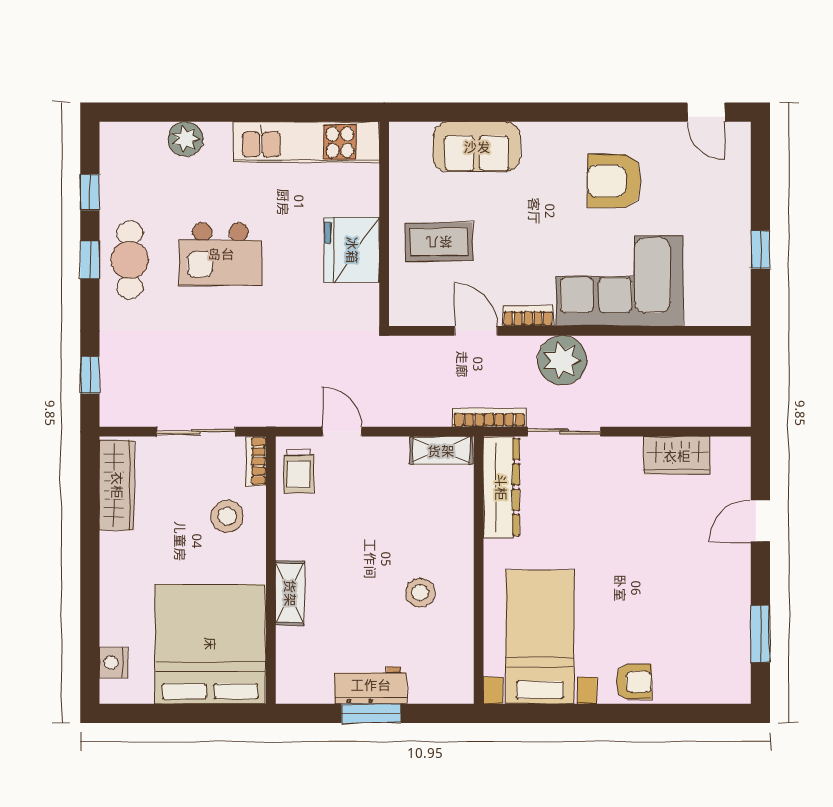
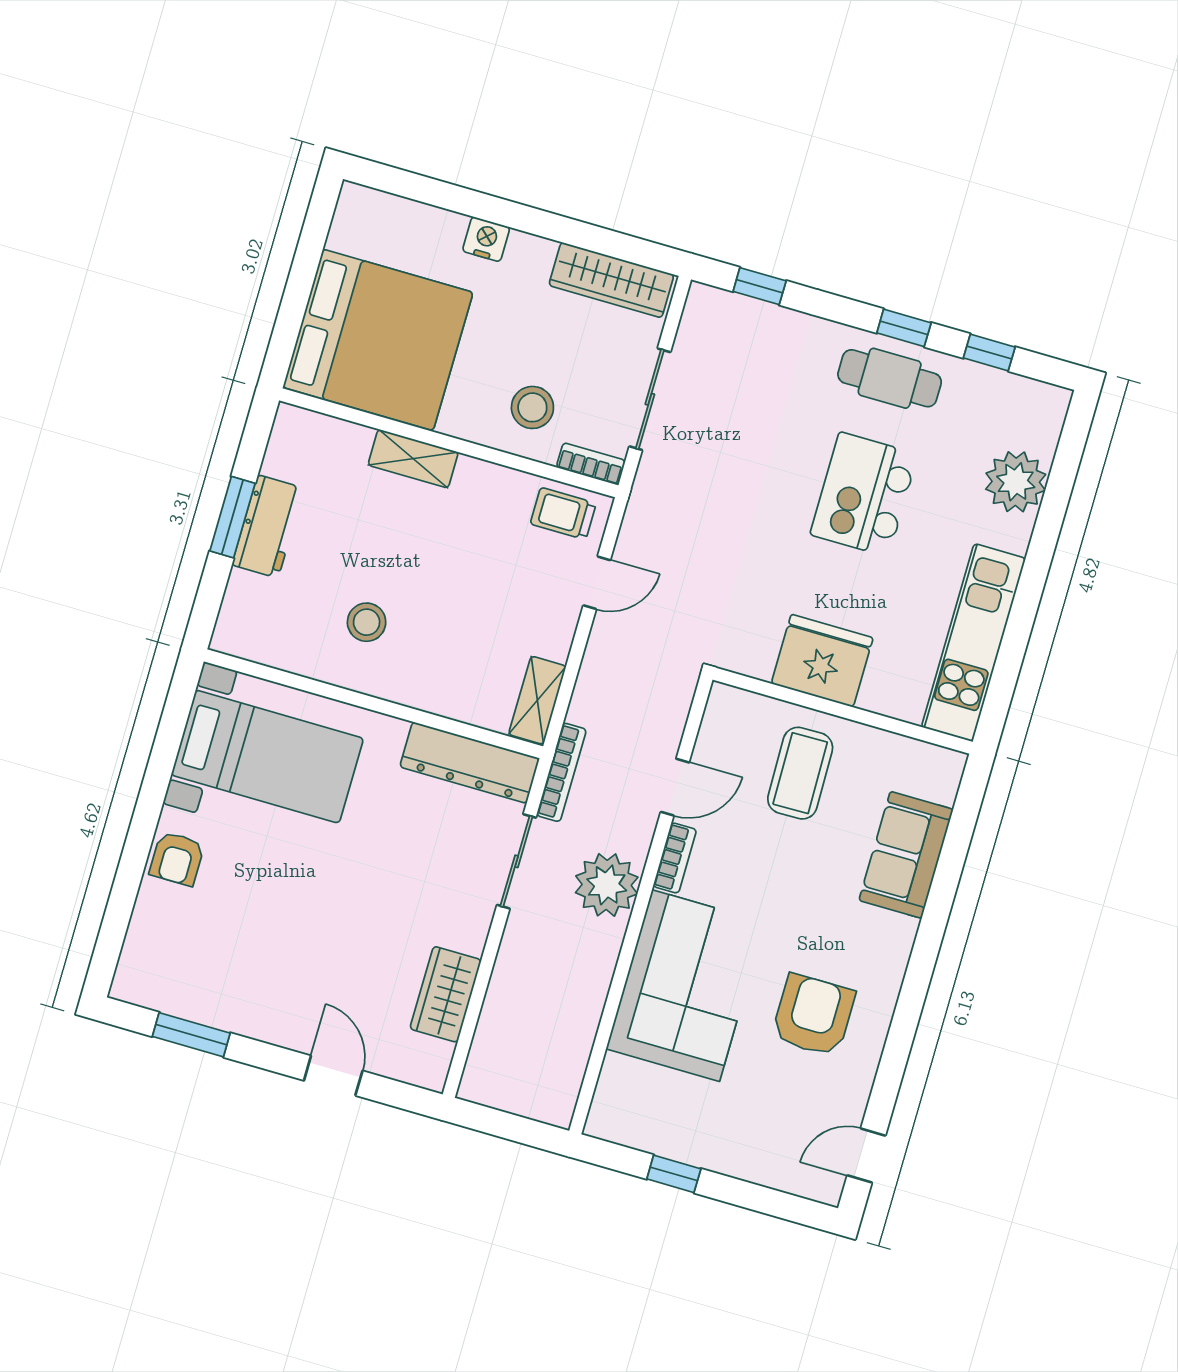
plant: (186, 139) -> (1016, 482), width x1.36, depth x1.36
nightstand: (113, 663) -> (486, 239), moved

